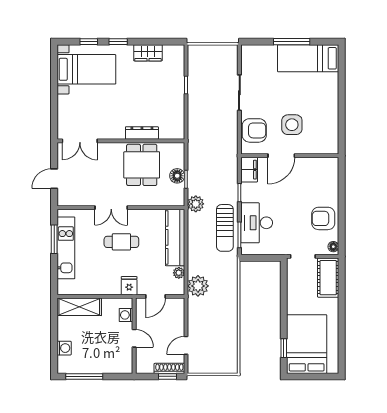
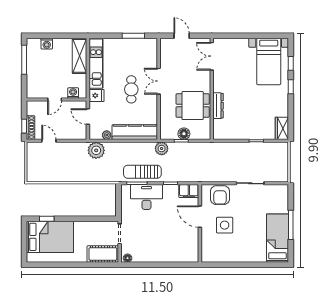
wardrobe: (148, 53) -> (282, 128), moved
armchair: (323, 218) -> (150, 250), removed
kitchen unit: (66, 248) -> (96, 64), moved, turned -90

